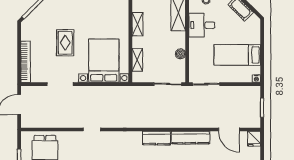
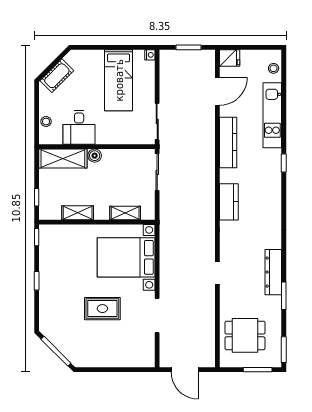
boiler: (180, 54) -> (95, 156), moved
bookcase: (26, 62) -> (128, 361), removed
kitchen counter: (157, 138) -> (229, 202), moved

